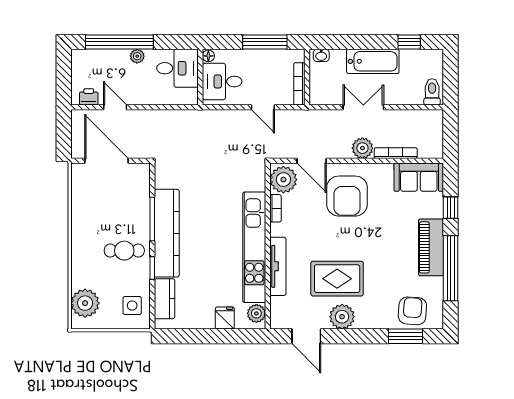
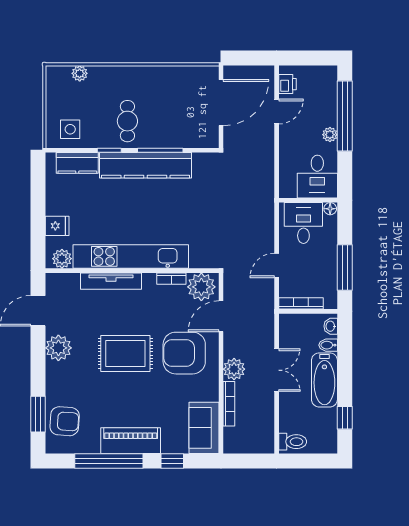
bidet: (339, 58) -> (328, 345), added
rug: (337, 279) -> (125, 353), moved, turned 90
plant: (85, 303) -> (80, 73), width x0.53, depth x0.53

